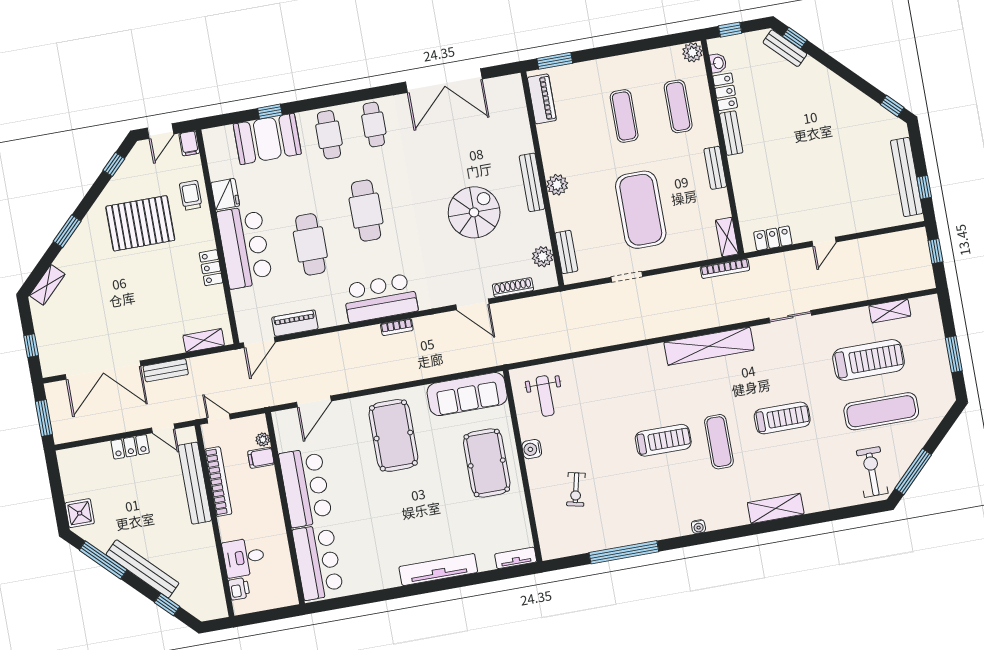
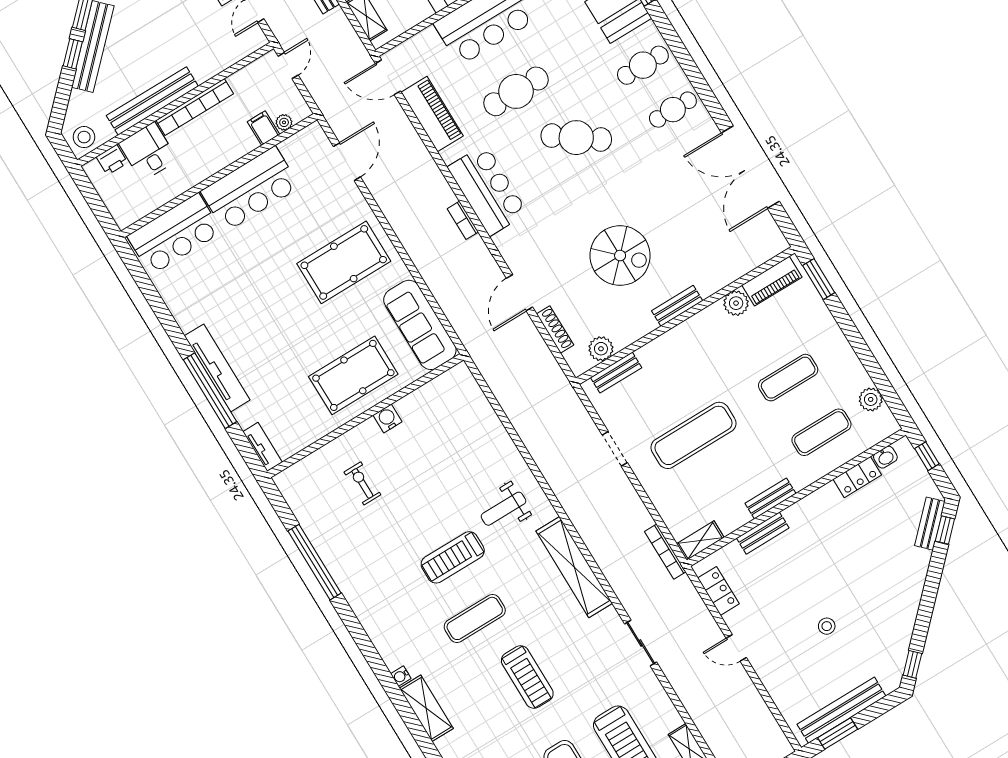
plant: (692, 52) -> (871, 399), moved
bench: (731, 133) -> (763, 533), moved
stool: (835, 163) -> (827, 626), added
bench: (532, 182) -> (677, 306), width x0.73
plant: (557, 185) -> (736, 303), moved
window: (924, 187) -> (838, 733), width x1.50
exercise mat: (641, 210) -> (693, 435), width x0.68
cafe table: (366, 211) -> (576, 138), turned 36
piano: (295, 323) -> (432, 114), width x1.37, depth x1.33
weight bench: (545, 396) -> (504, 509), moved
door: (314, 402) -> (347, 162), swing flipped
treadmill: (663, 440) -> (453, 557), turned 90
bookcase: (218, 482) -> (195, 107), moved
bench: (195, 483) -> (152, 101), moved
exercise bike: (576, 489) -> (362, 483), turned 77
water cooler: (698, 527) -> (401, 676), moved
window: (454, 582) -> (210, 391), added
stool: (212, 604) -> (84, 137), added
window: (167, 605) -> (73, 54), moved

